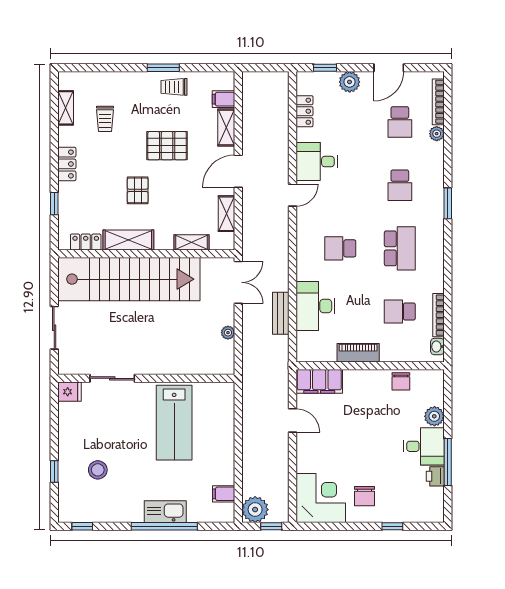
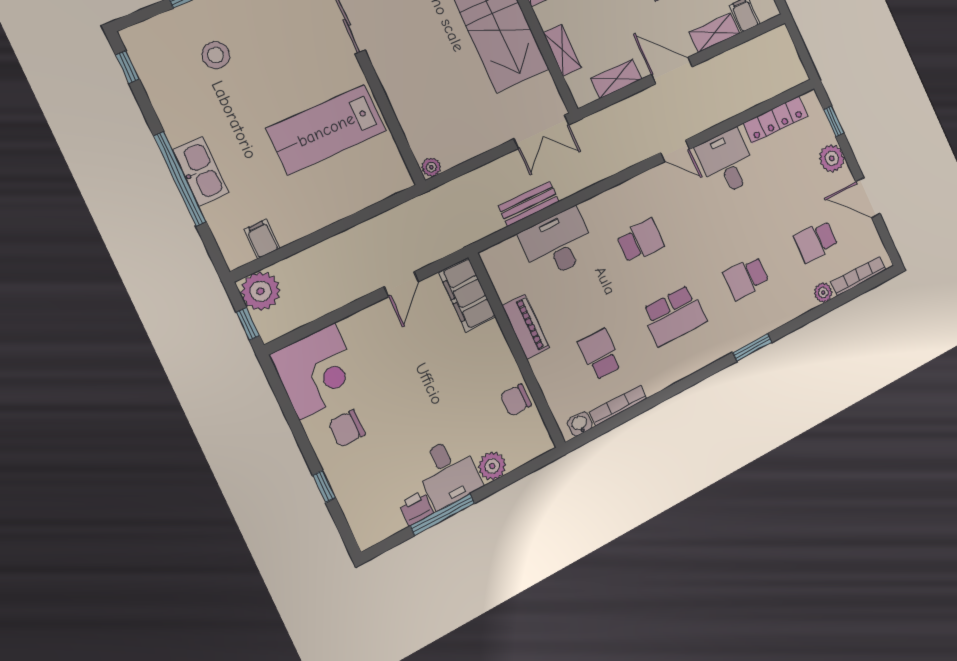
locker: (304, 111) -> (776, 120), width x1.53
school desk: (340, 248) -> (640, 241), turned 90
plant: (228, 333) -> (431, 167), moved

